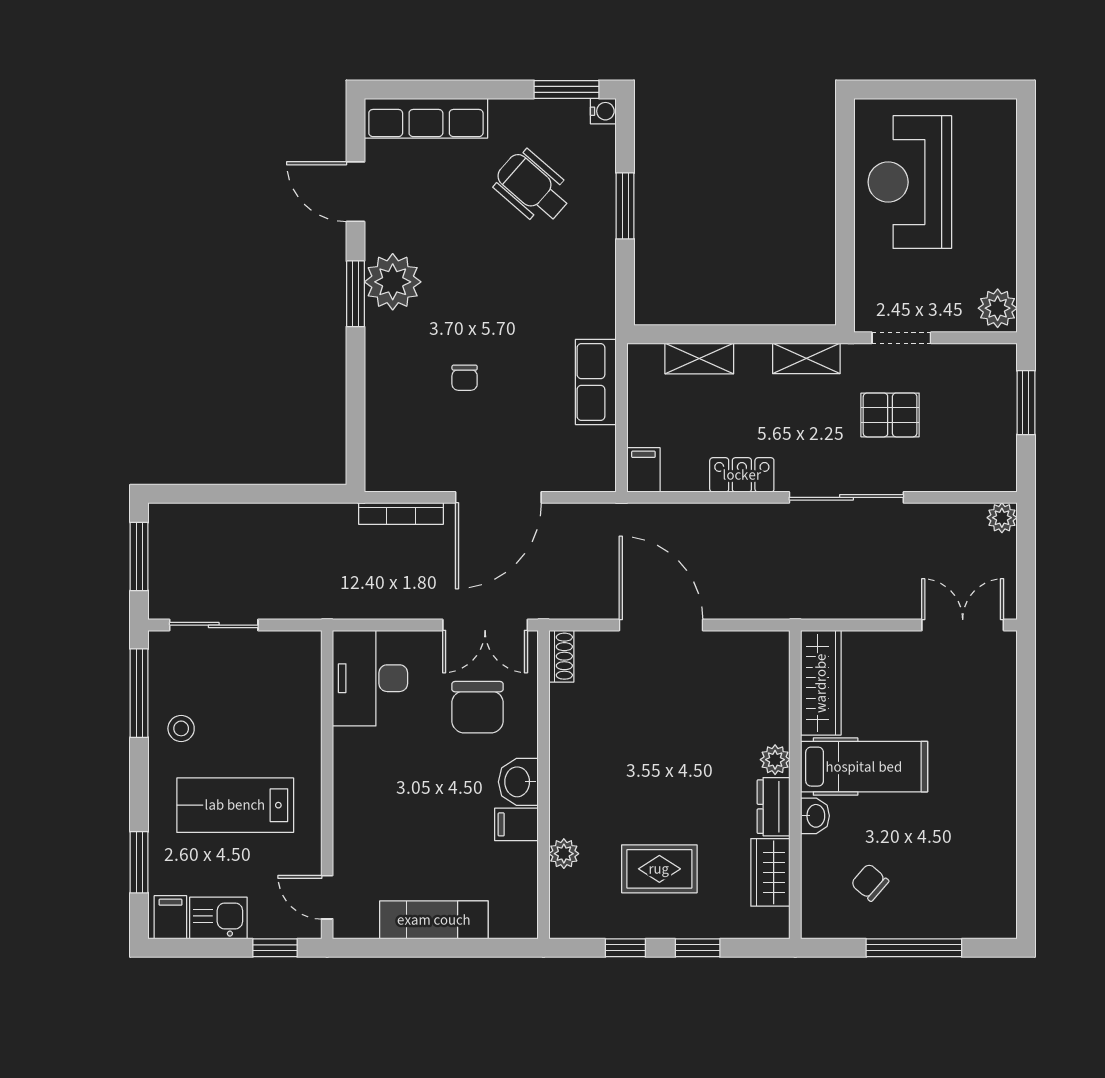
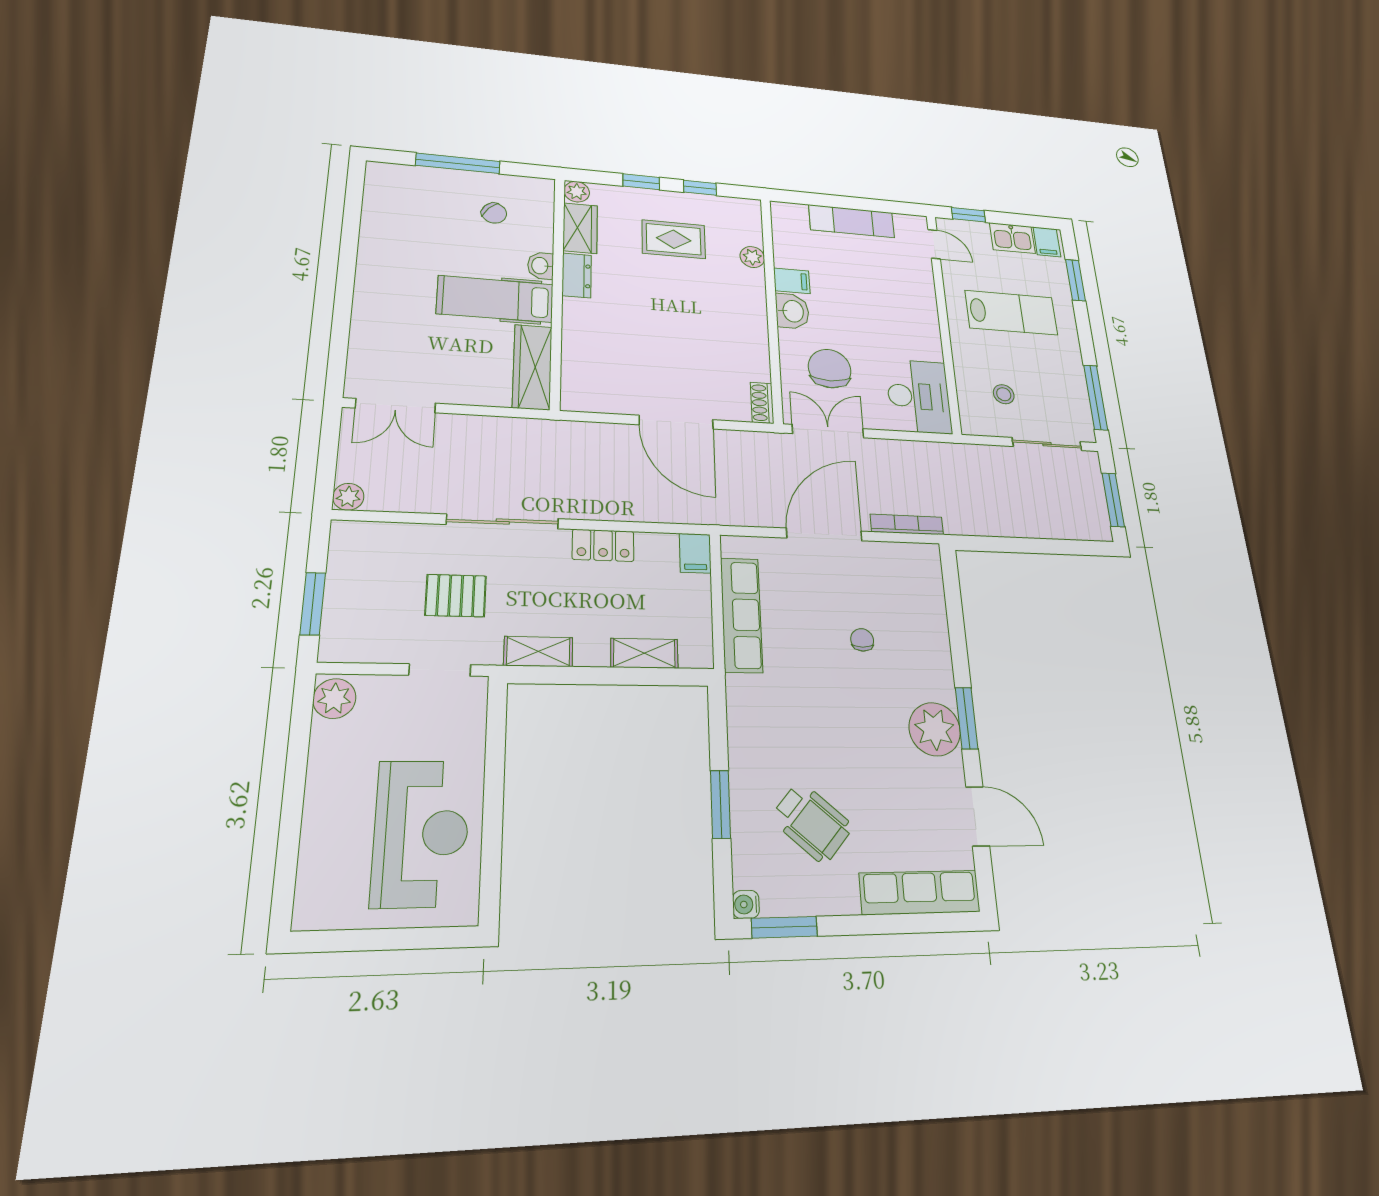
row of seats: (596, 382) -> (741, 615), width x1.48
stool: (181, 728) -> (1004, 394), moved
plant: (775, 760) -> (577, 192), moved

